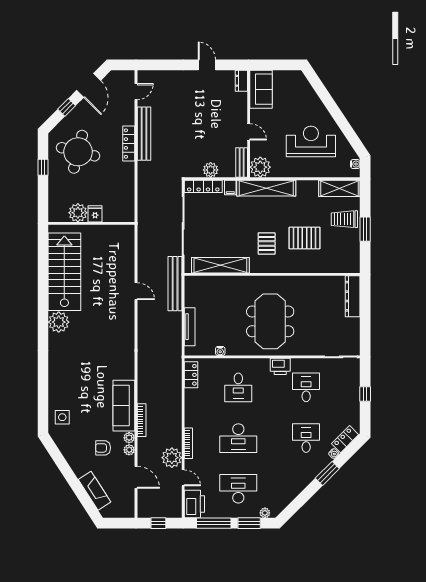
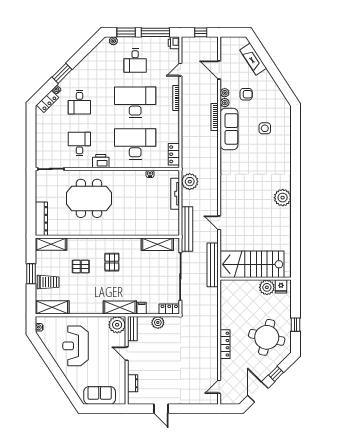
dresser: (241, 81) -> (133, 383), moved
sofa: (261, 89) -> (100, 395), moved, turned 90
bench: (144, 134) -> (213, 265), moved
reception desk: (311, 141) -> (75, 346), turned 90
locker: (203, 186) -> (169, 309), width x0.66
shelving: (266, 188) -> (120, 308), width x0.68
fridge: (95, 214) -> (281, 286), moved
pallet: (305, 238) -> (81, 267), width x0.67, depth x0.71
shelving: (220, 265) -> (157, 244), width x0.68
shelving: (341, 265) -> (51, 244), added
stairs: (64, 272) -> (252, 264), moved, turned 90
meeting table: (270, 321) -> (89, 198), moved, turned 90
desk: (238, 387) -> (135, 144), width x1.87, depth x1.30
desk: (306, 387) -> (79, 144), turned 180
window: (365, 394) -> (31, 138), removed
side table: (62, 417) -> (265, 128), moved
desk: (238, 438) -> (135, 102), width x1.36, depth x1.30
plant: (172, 458) -> (190, 182), moved
door: (183, 478) -> (180, 70), hinge flipped
desk: (238, 489) -> (135, 61), width x0.73
printer: (194, 504) -> (174, 43), width x0.53, depth x0.68

